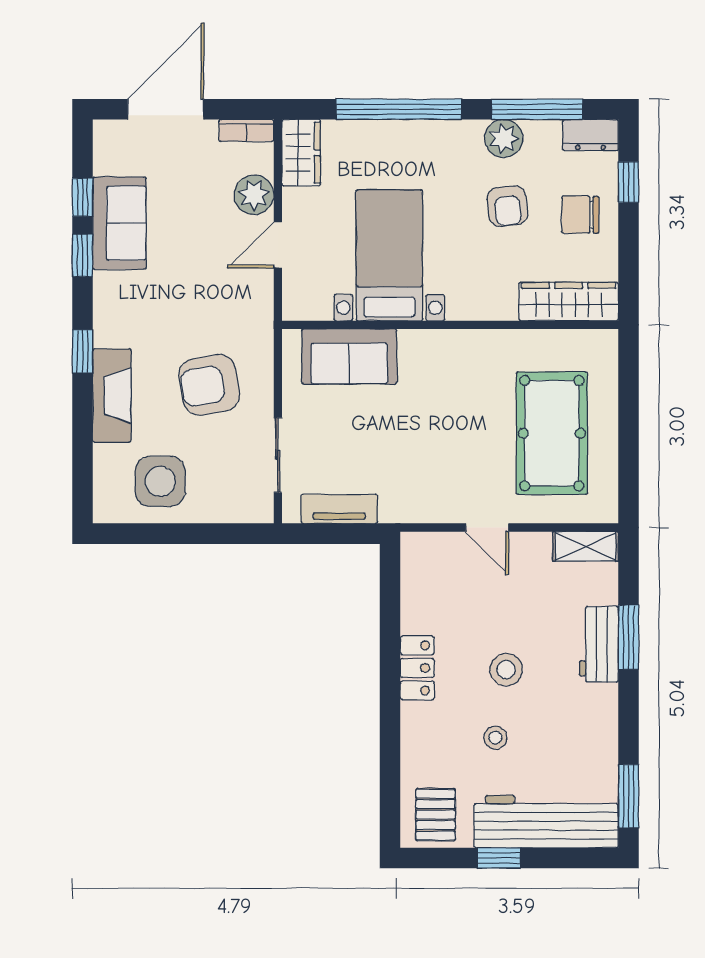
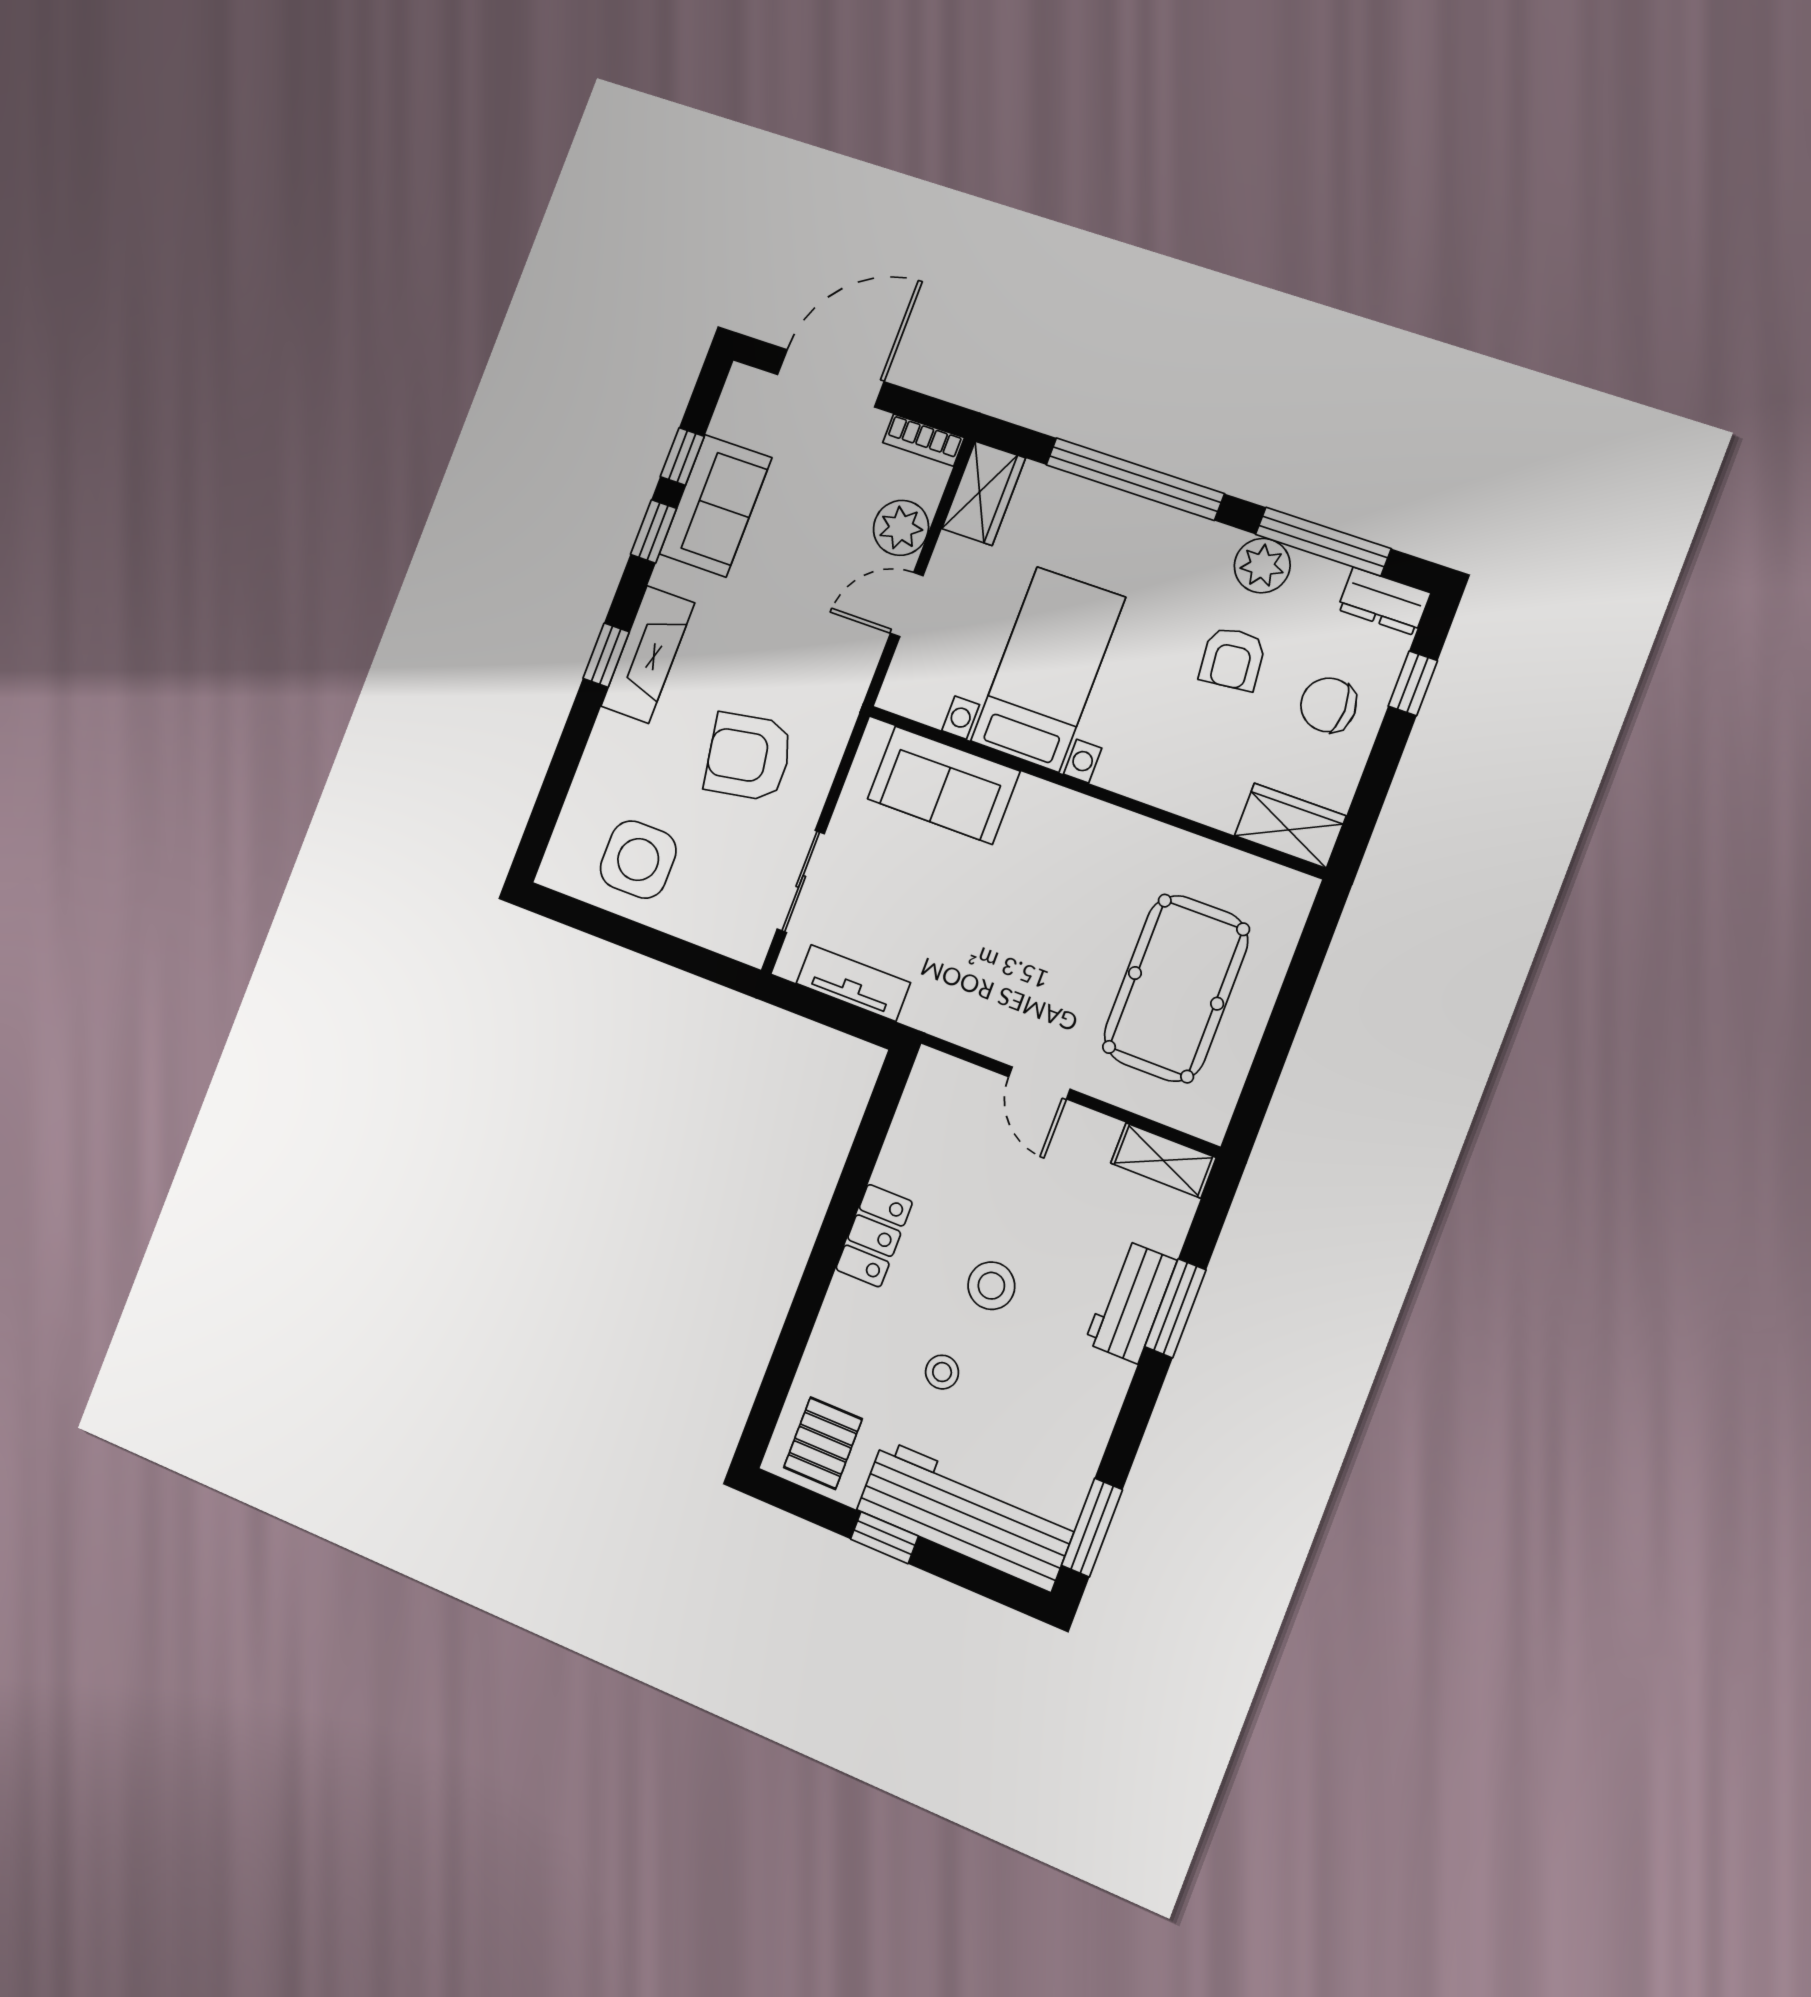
wardrobe: (569, 302) -> (1290, 826), width x0.67
fireplace: (112, 395) -> (648, 655), moved

